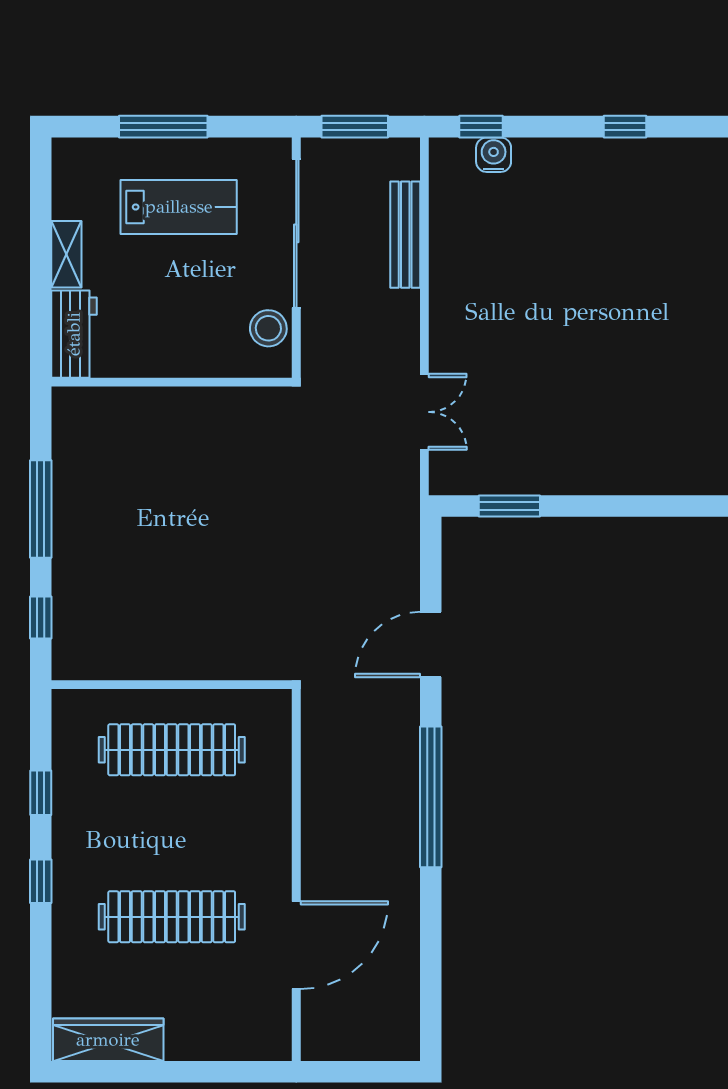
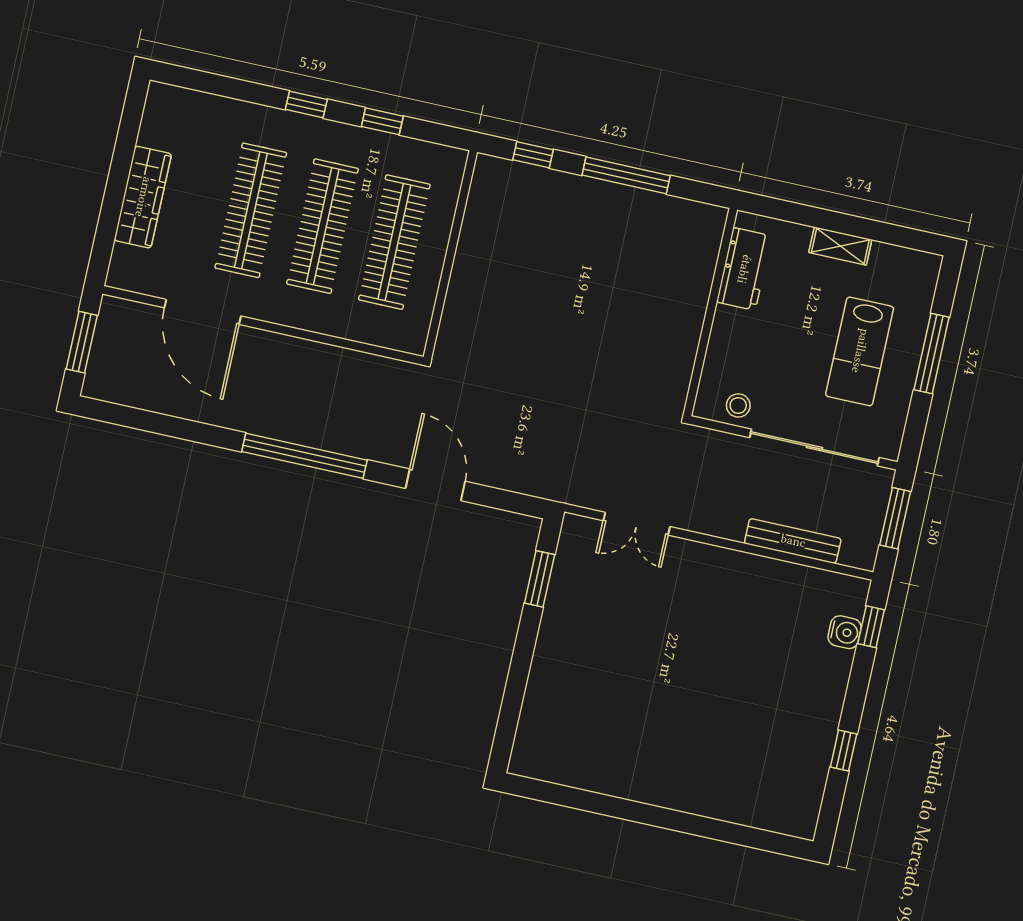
stool: (268, 328) -> (738, 405), width x0.73, depth x0.73
workbench: (74, 334) -> (744, 269), moved, turned -90
clothes rail: (172, 833) -> (323, 226), added
wardrobe: (108, 1040) -> (143, 197), moved
window: (360, 1072) -> (82, 342), added

